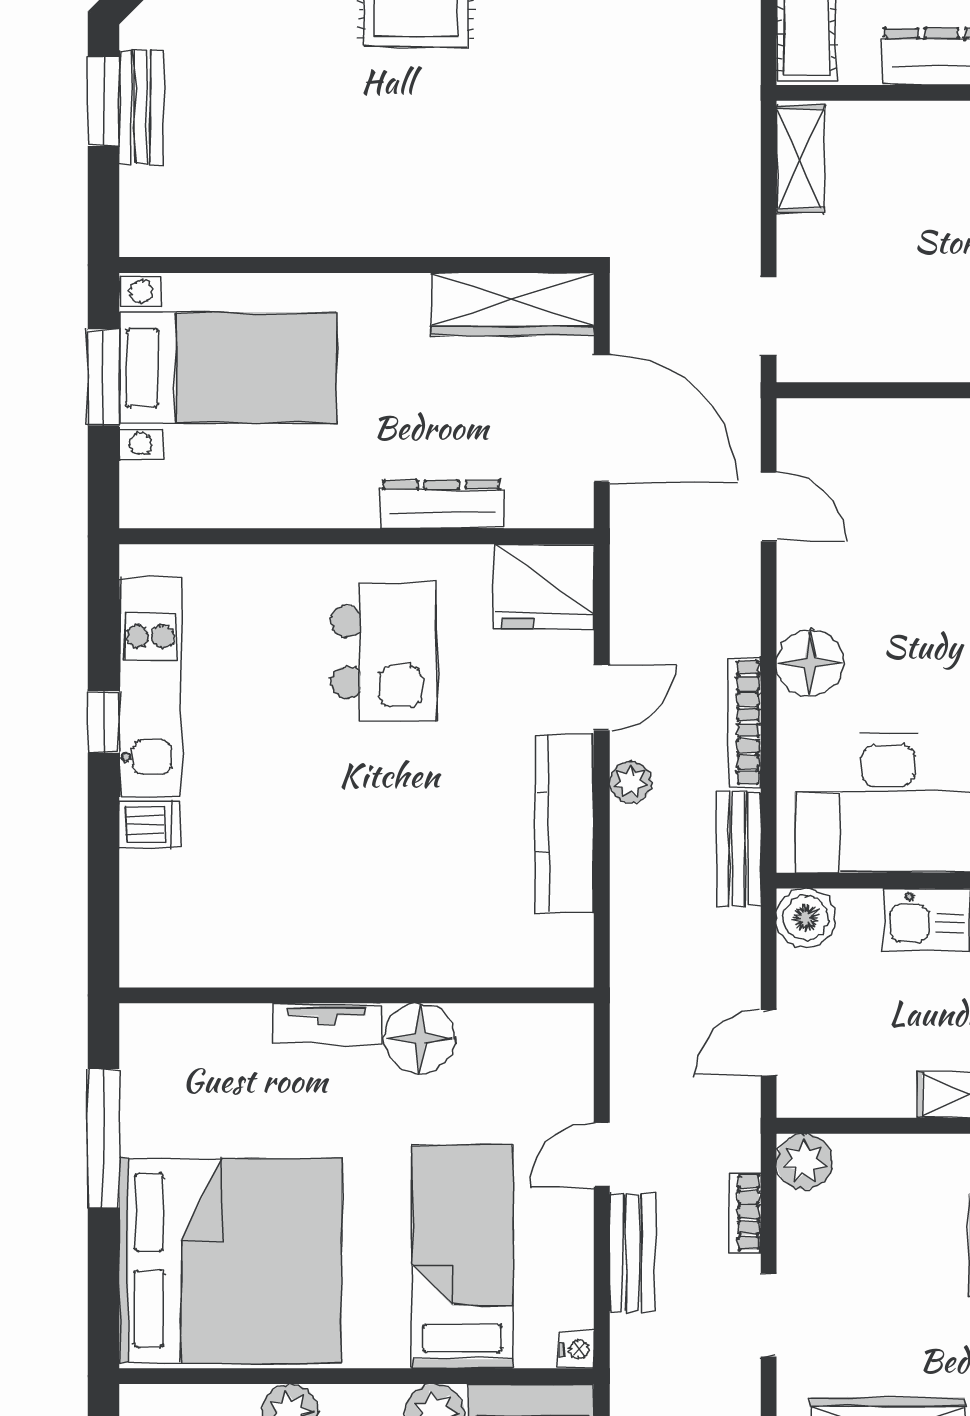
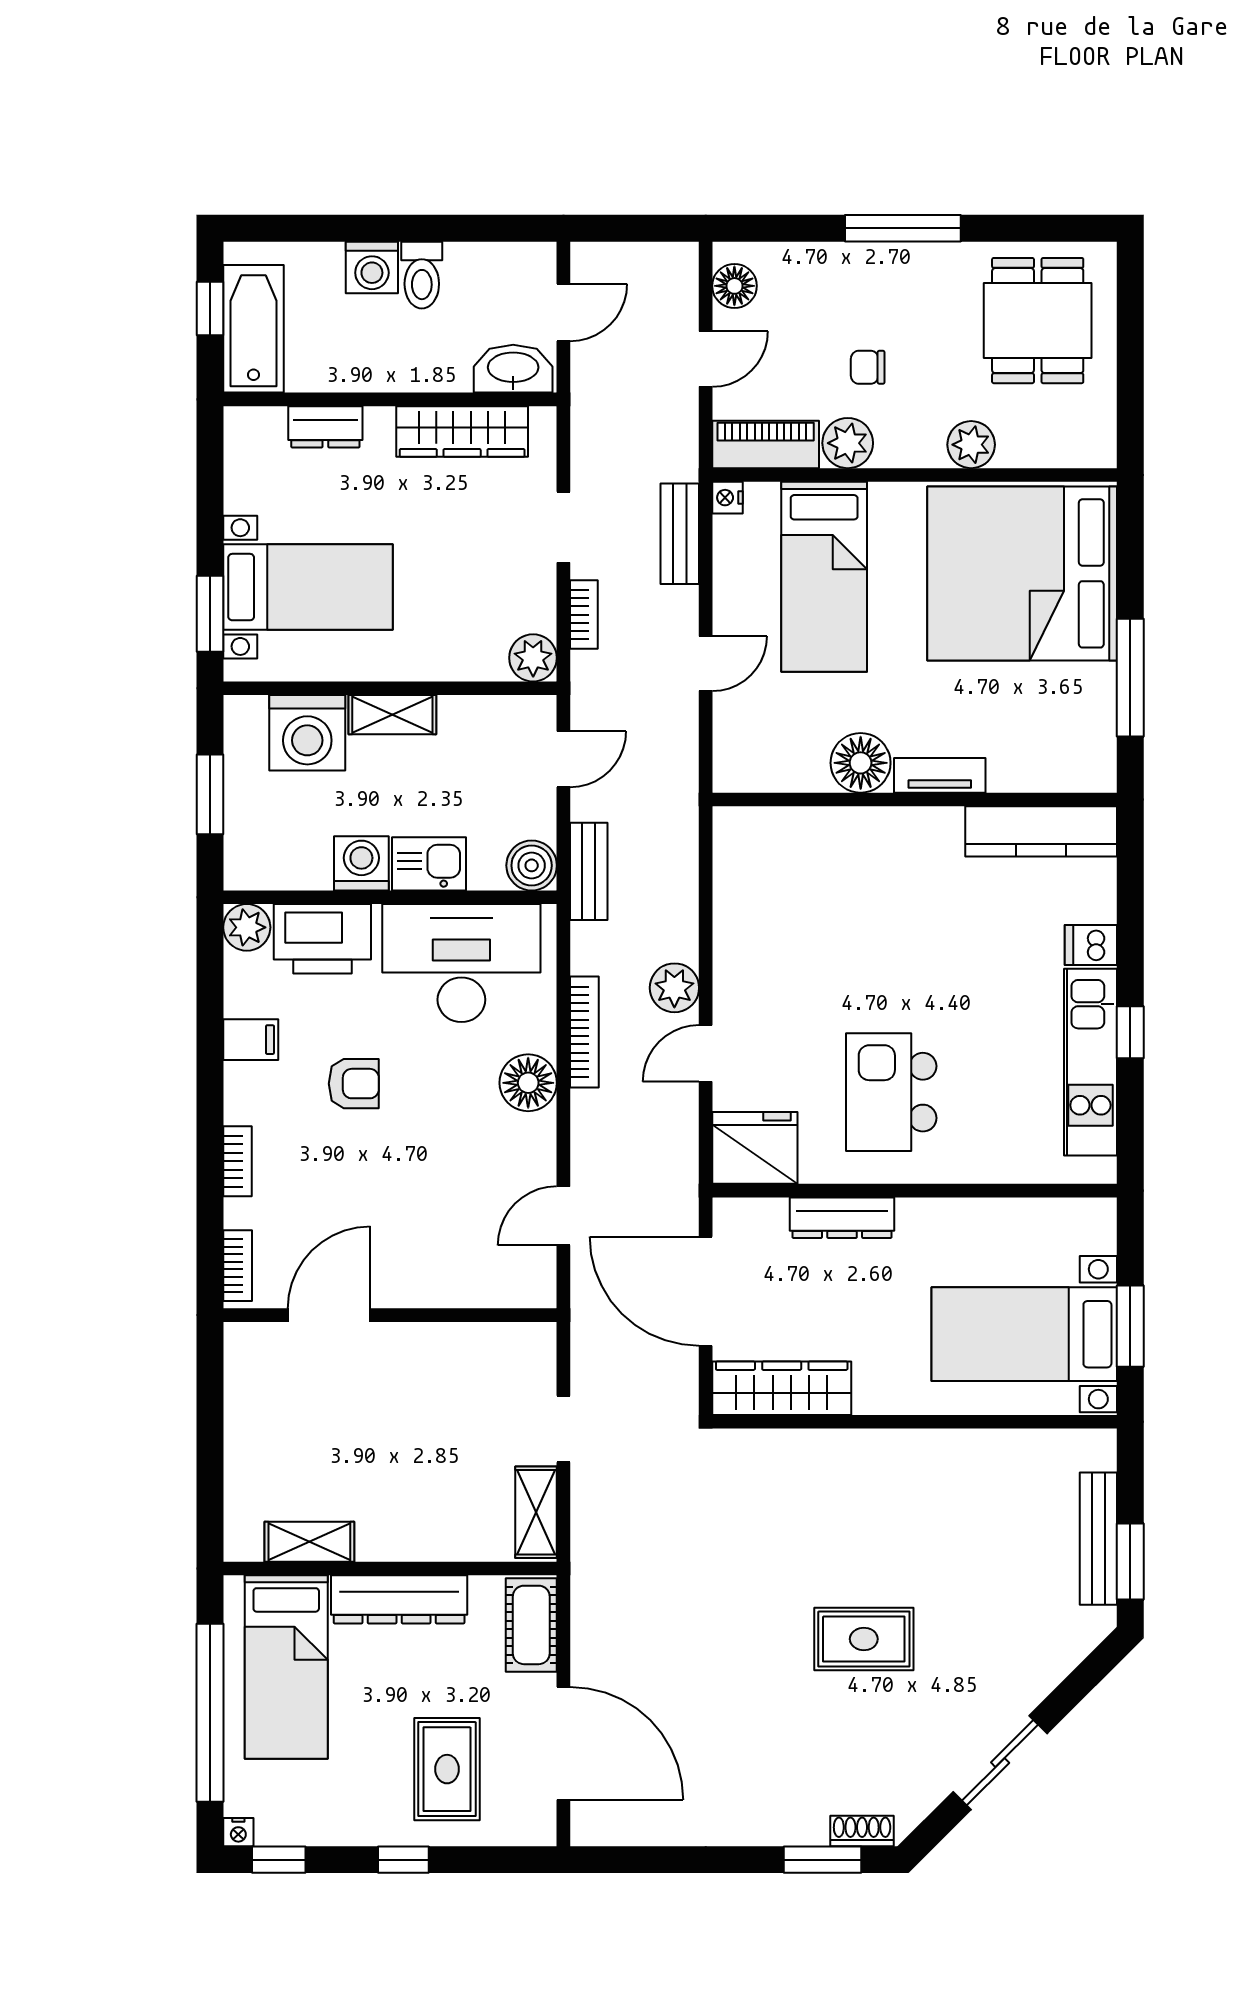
bench: (141, 107) -> (1098, 1539), width x1.36
doorway: (769, 316) -> (563, 1429), moved
door: (769, 507) -> (563, 1216), hinge flipped
plant: (630, 782) -> (674, 988), width x1.38, depth x1.38
kitchen counter: (564, 823) -> (1041, 831), moved, turned 90
bench: (739, 849) -> (589, 871), moved
bench: (632, 1253) -> (680, 534), moved

